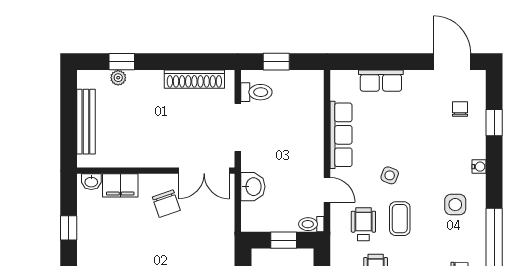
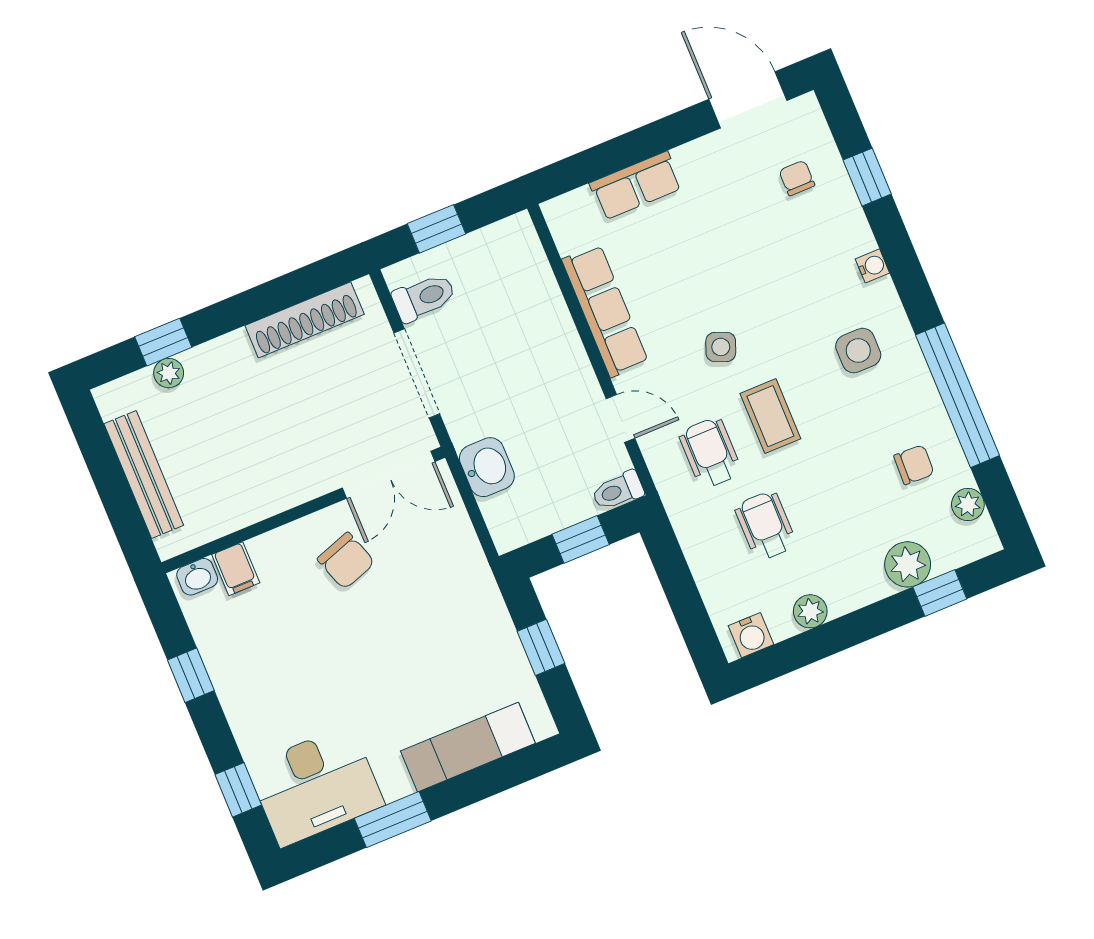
filing cabinet: (120, 185) -> (236, 569), width x0.50

